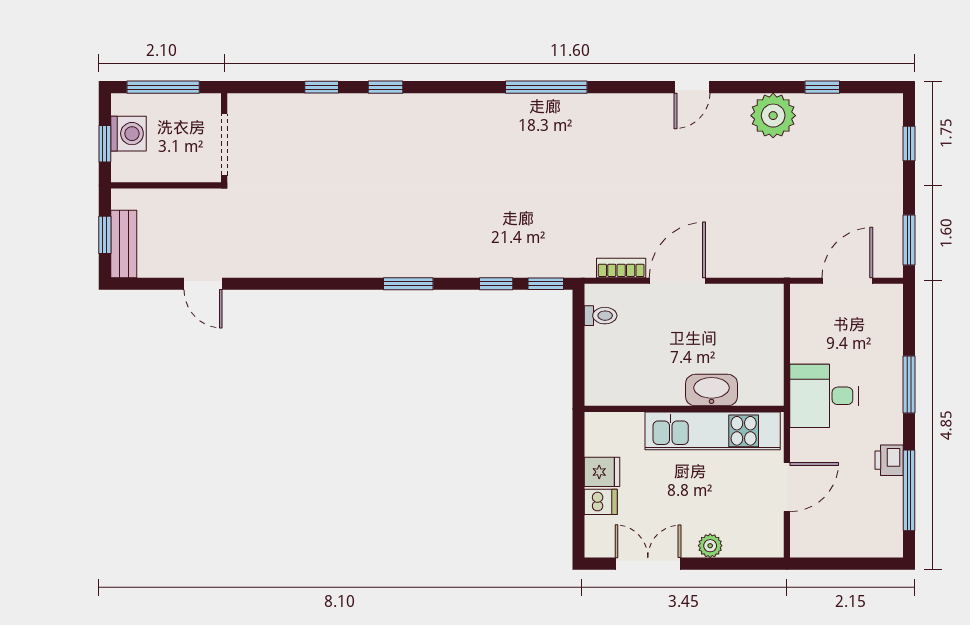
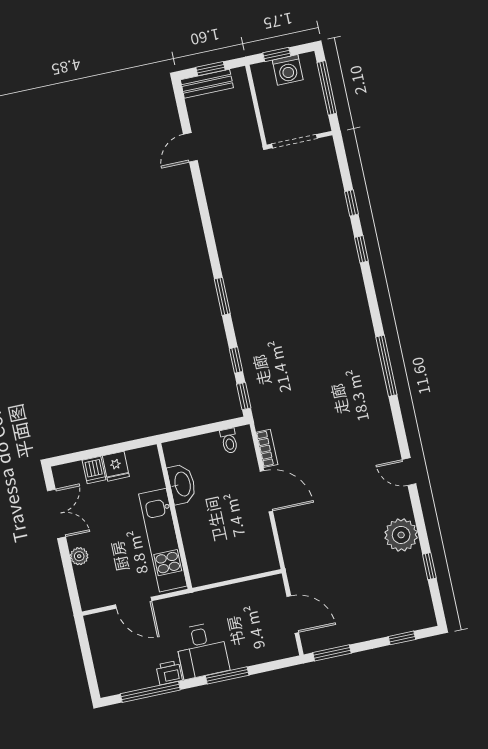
washbasin: (711, 390) -> (182, 484), moved
desk: (824, 396) -> (202, 650), moved, turned 180

